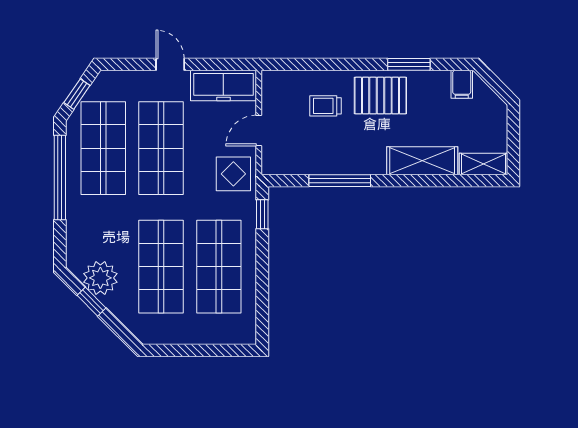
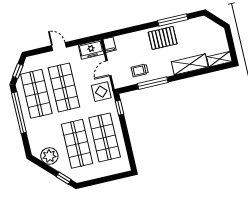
window: (409, 64) -> (173, 20), width x1.44
filing cabinet: (462, 84) -> (110, 45), moved
freezer: (223, 85) -> (91, 50), width x0.71
trolley: (325, 106) -> (140, 70), moved
window: (91, 302) -> (64, 178), moved

